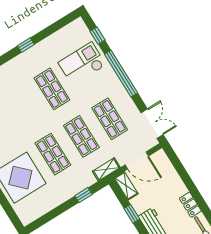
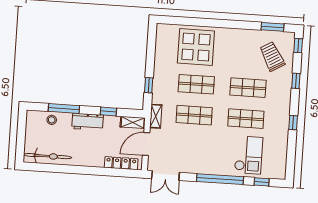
shop shelf: (110, 119) -> (248, 88), moved
locker: (190, 205) -> (121, 163), moved, width x1.53

